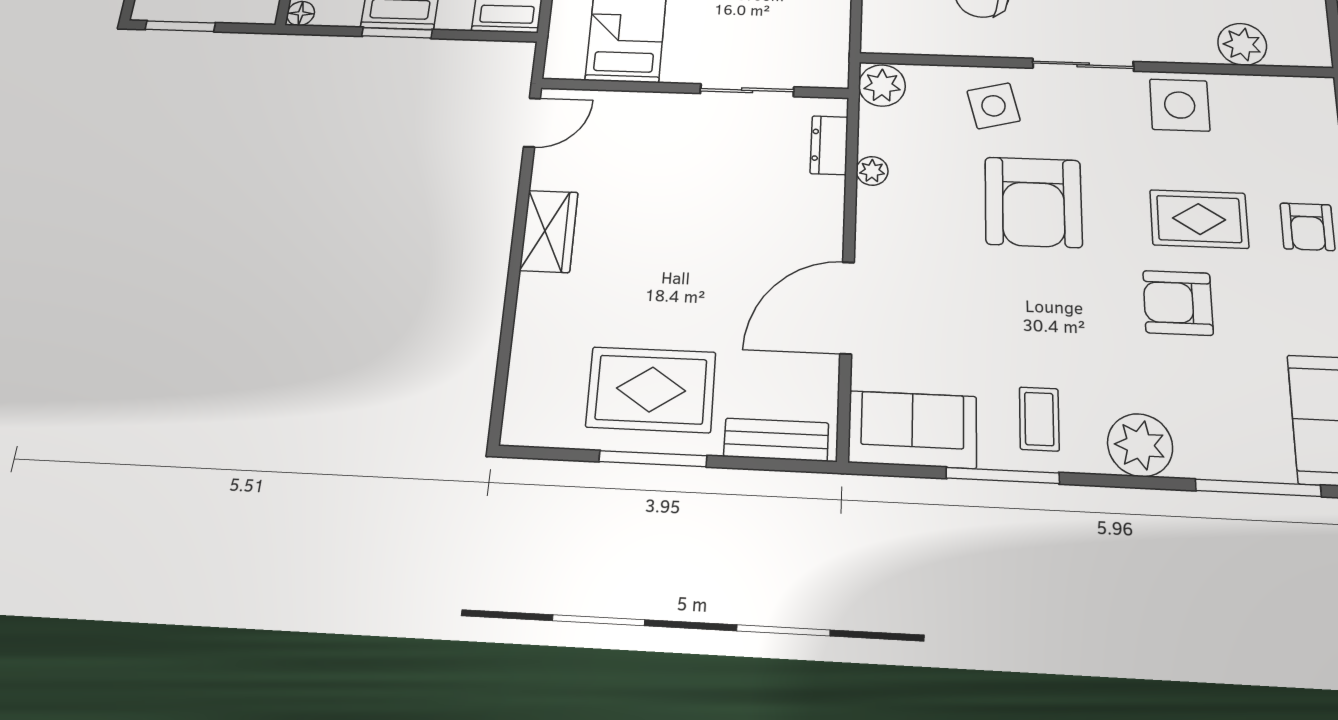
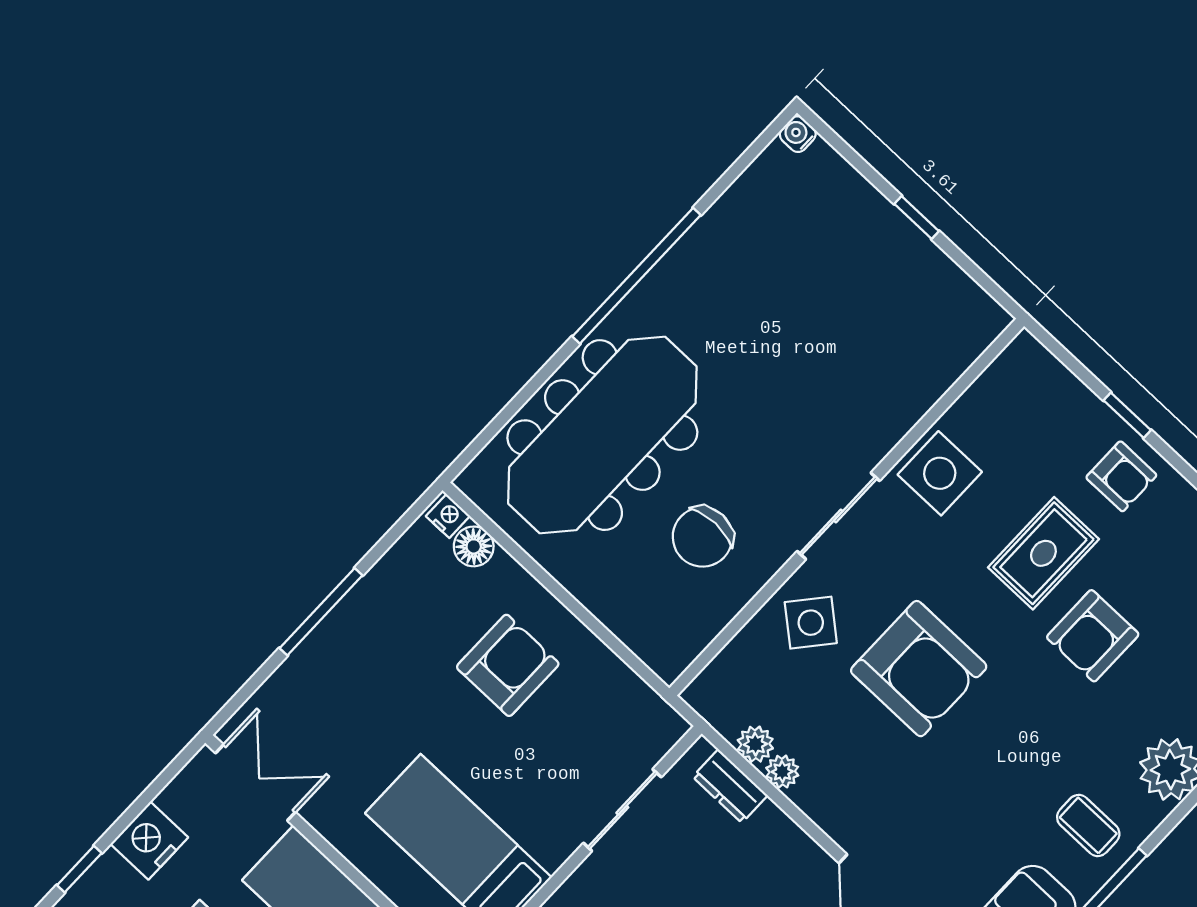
plant: (1242, 44) -> (933, 370), removed
plant: (882, 86) -> (755, 744), moved, width x0.73, depth x0.73
side table: (994, 106) -> (811, 623), turned -36

